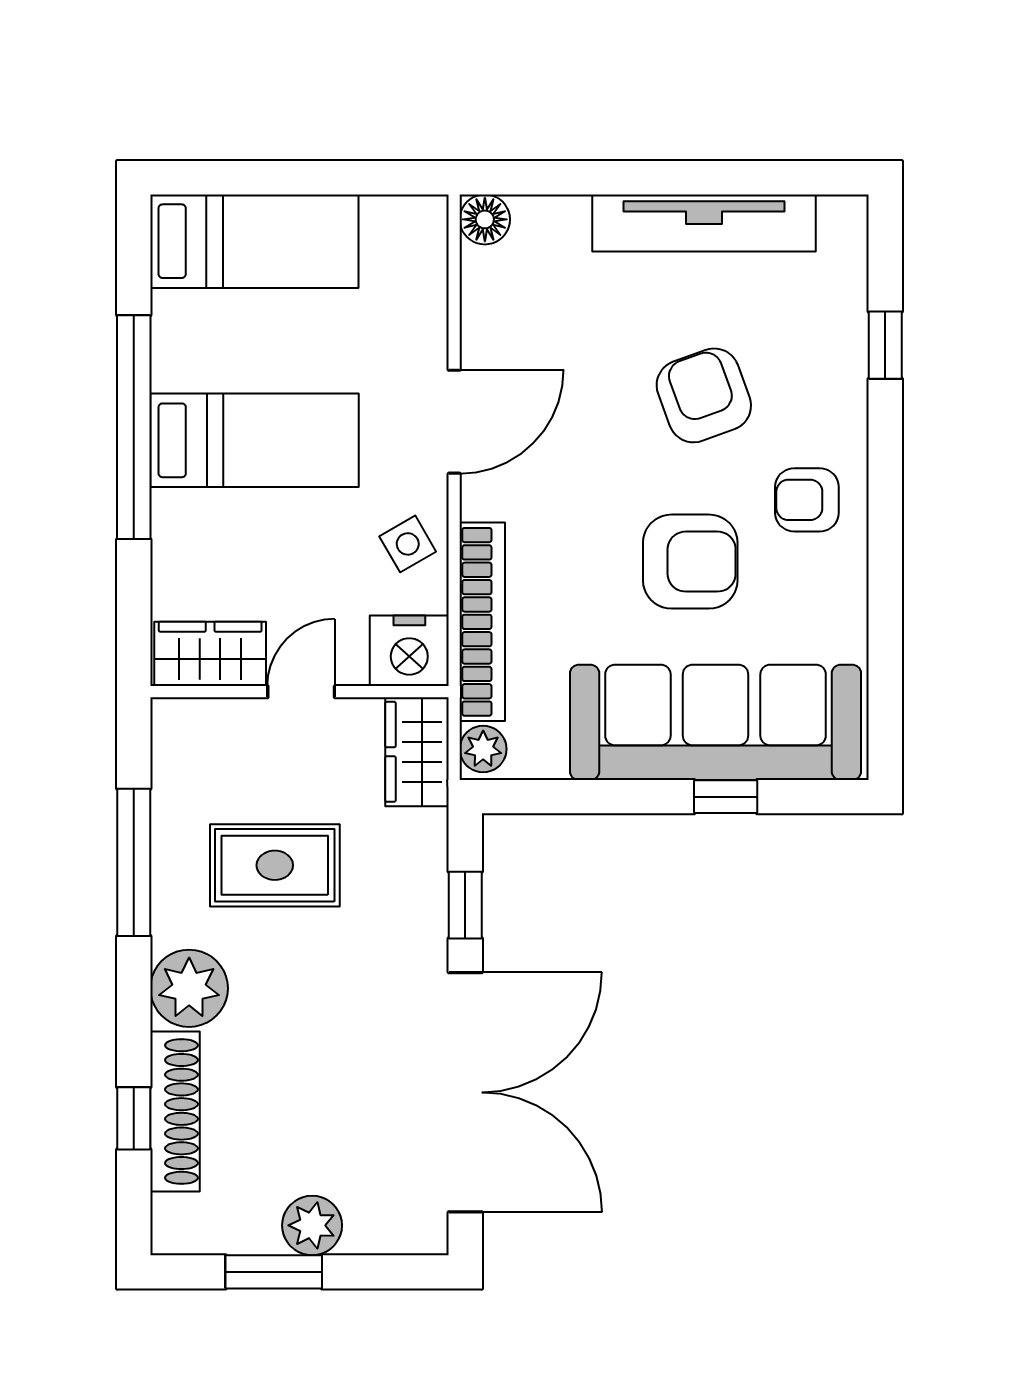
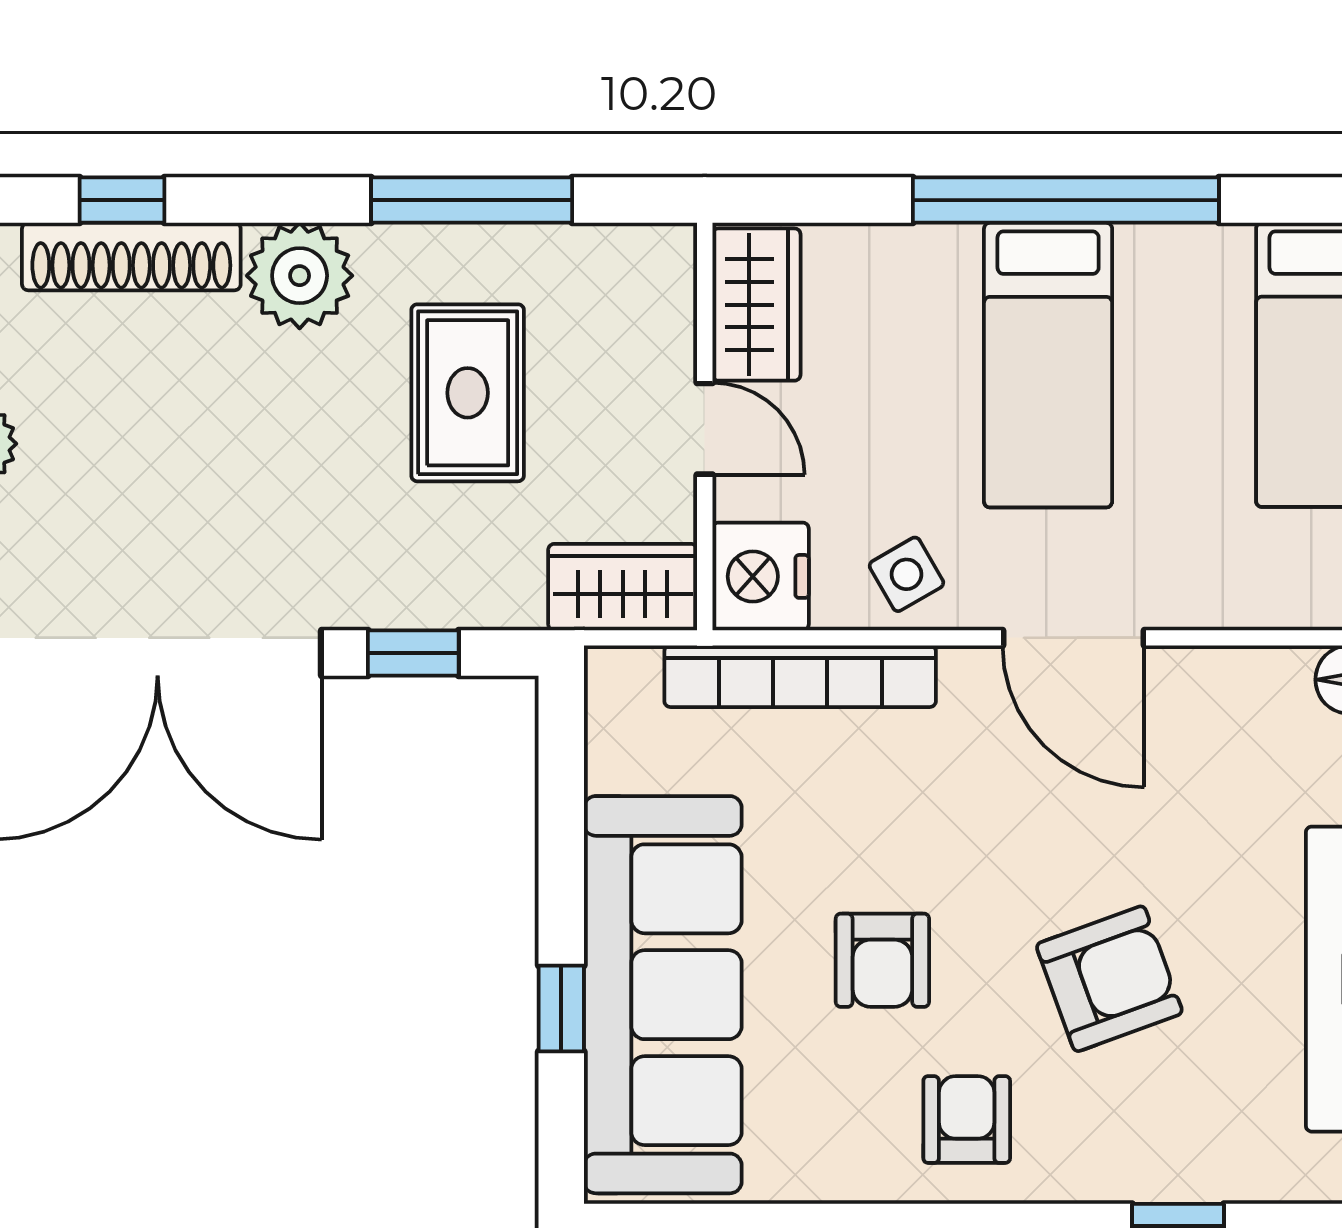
armchair: (690, 562) -> (882, 960), width x0.72, depth x0.72
plant: (483, 749) -> (626, 677), removed

